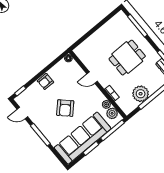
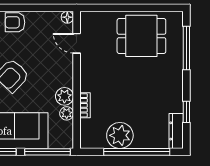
dining table: (127, 58) -> (141, 36), moved
door: (92, 78) -> (77, 43), moved
plant: (112, 113) -> (64, 96), moved

